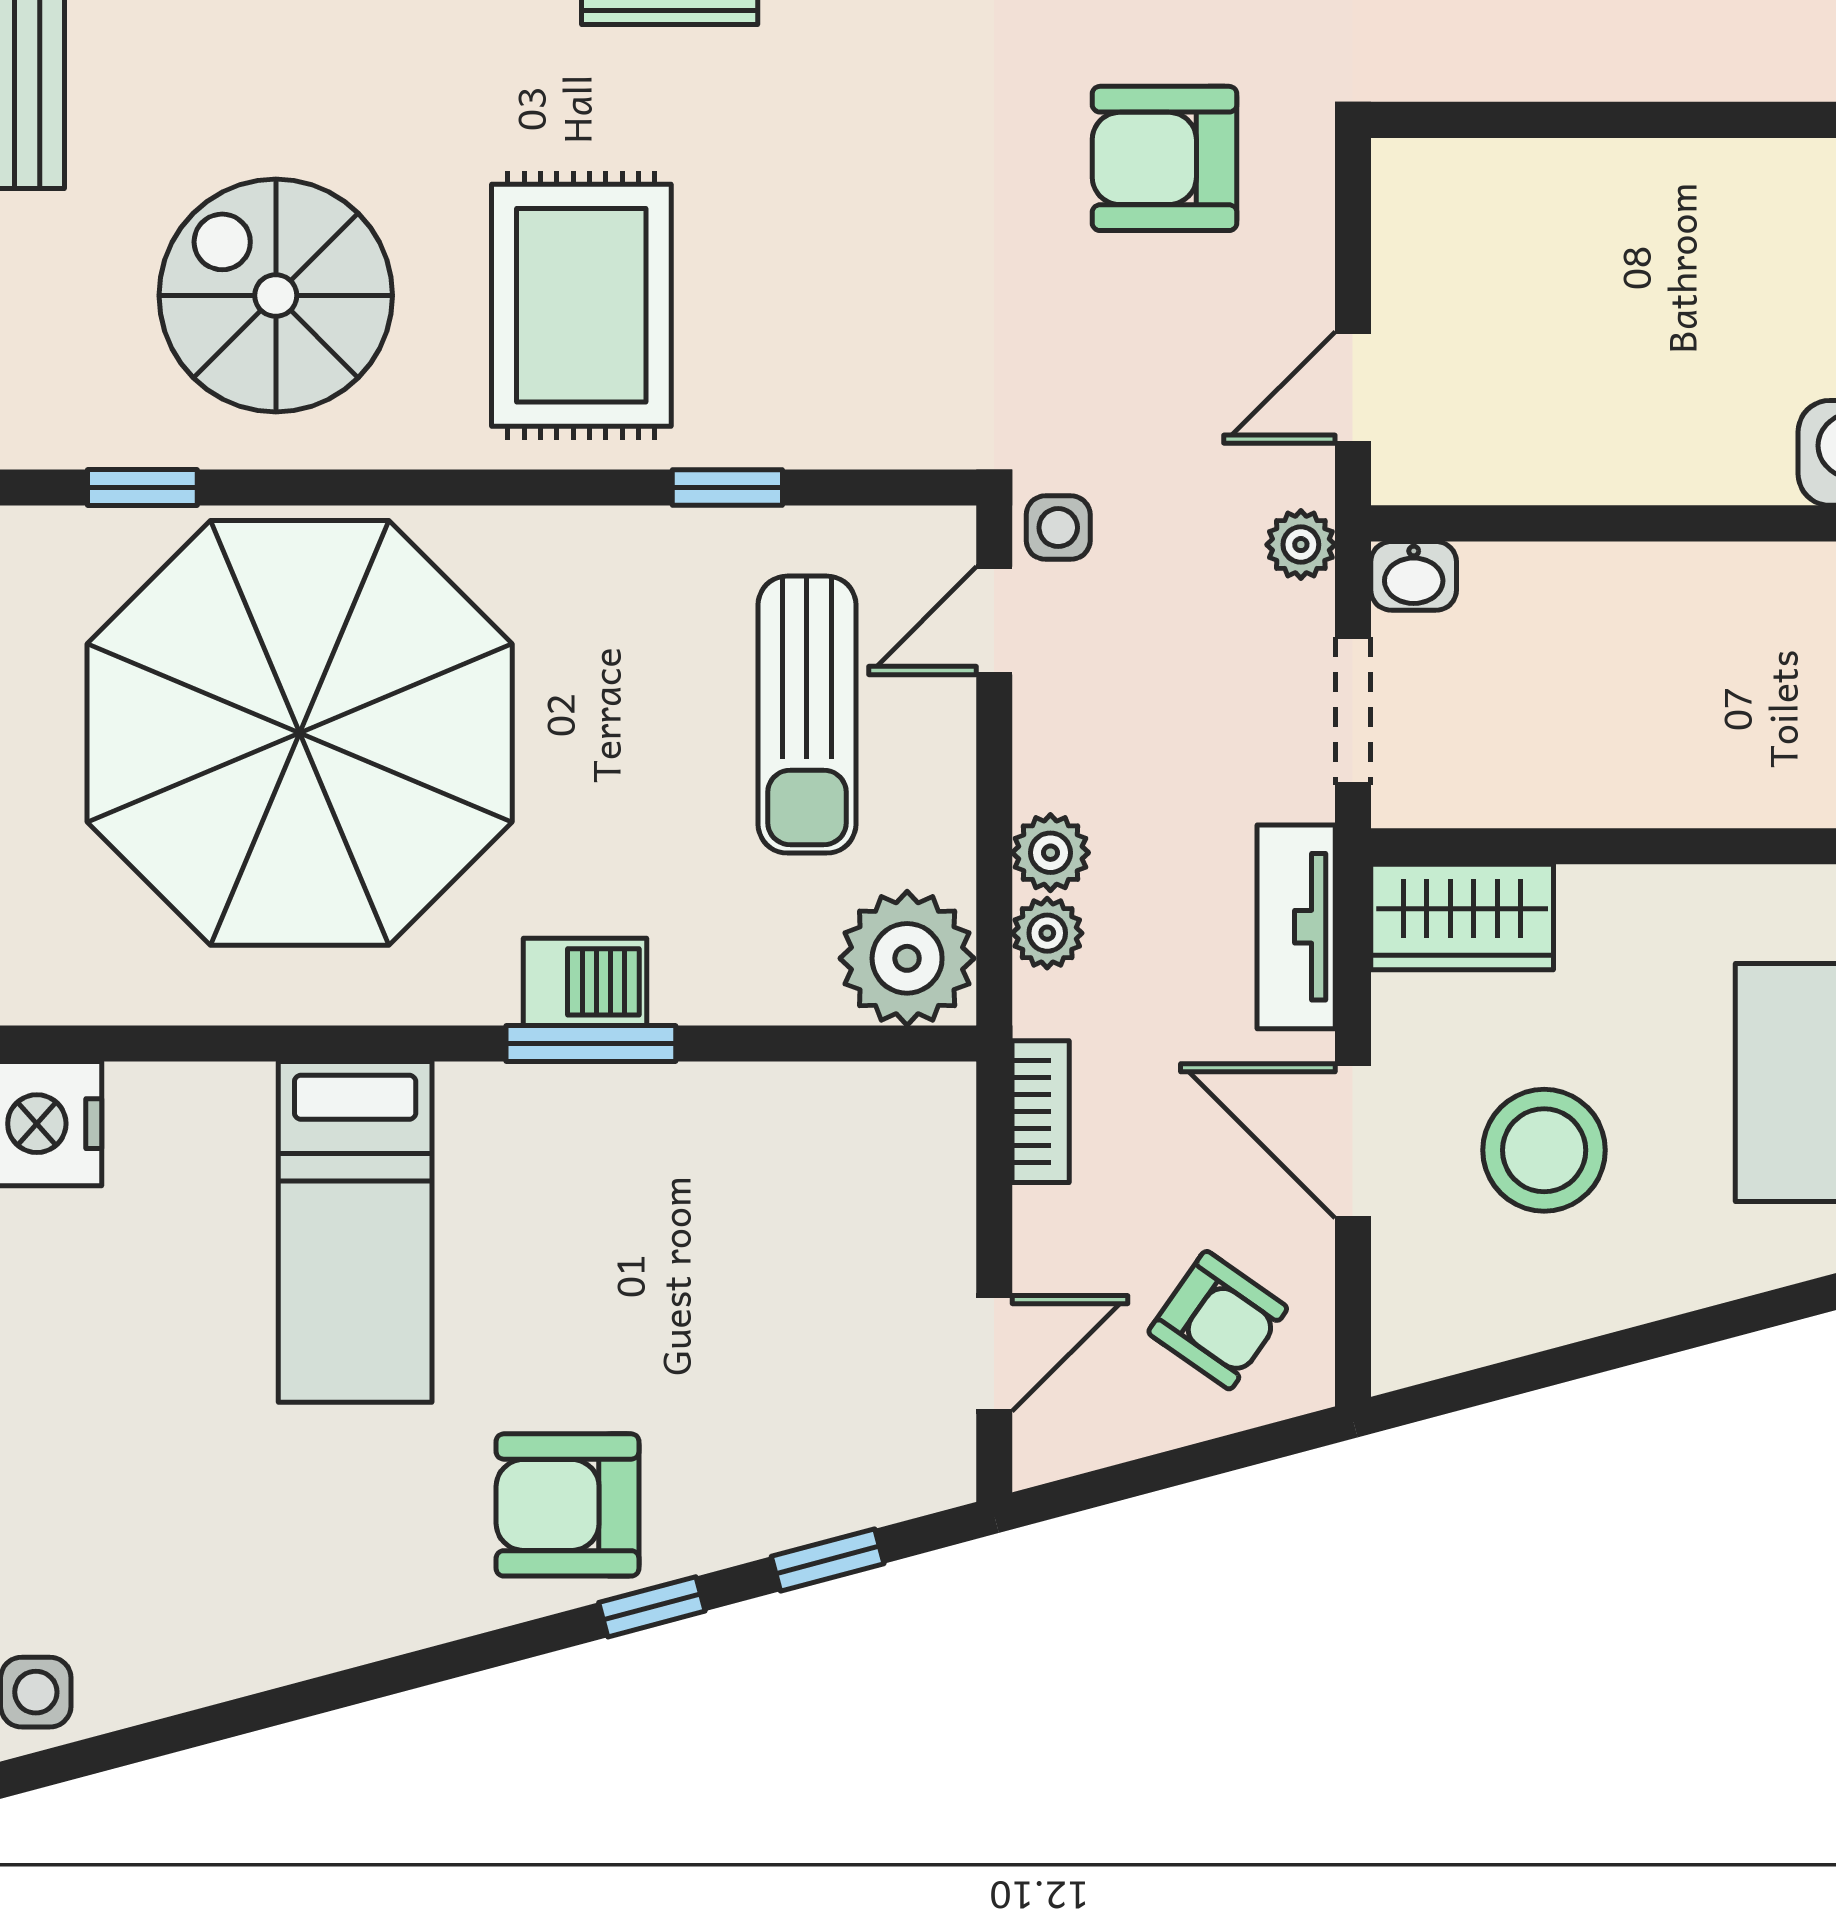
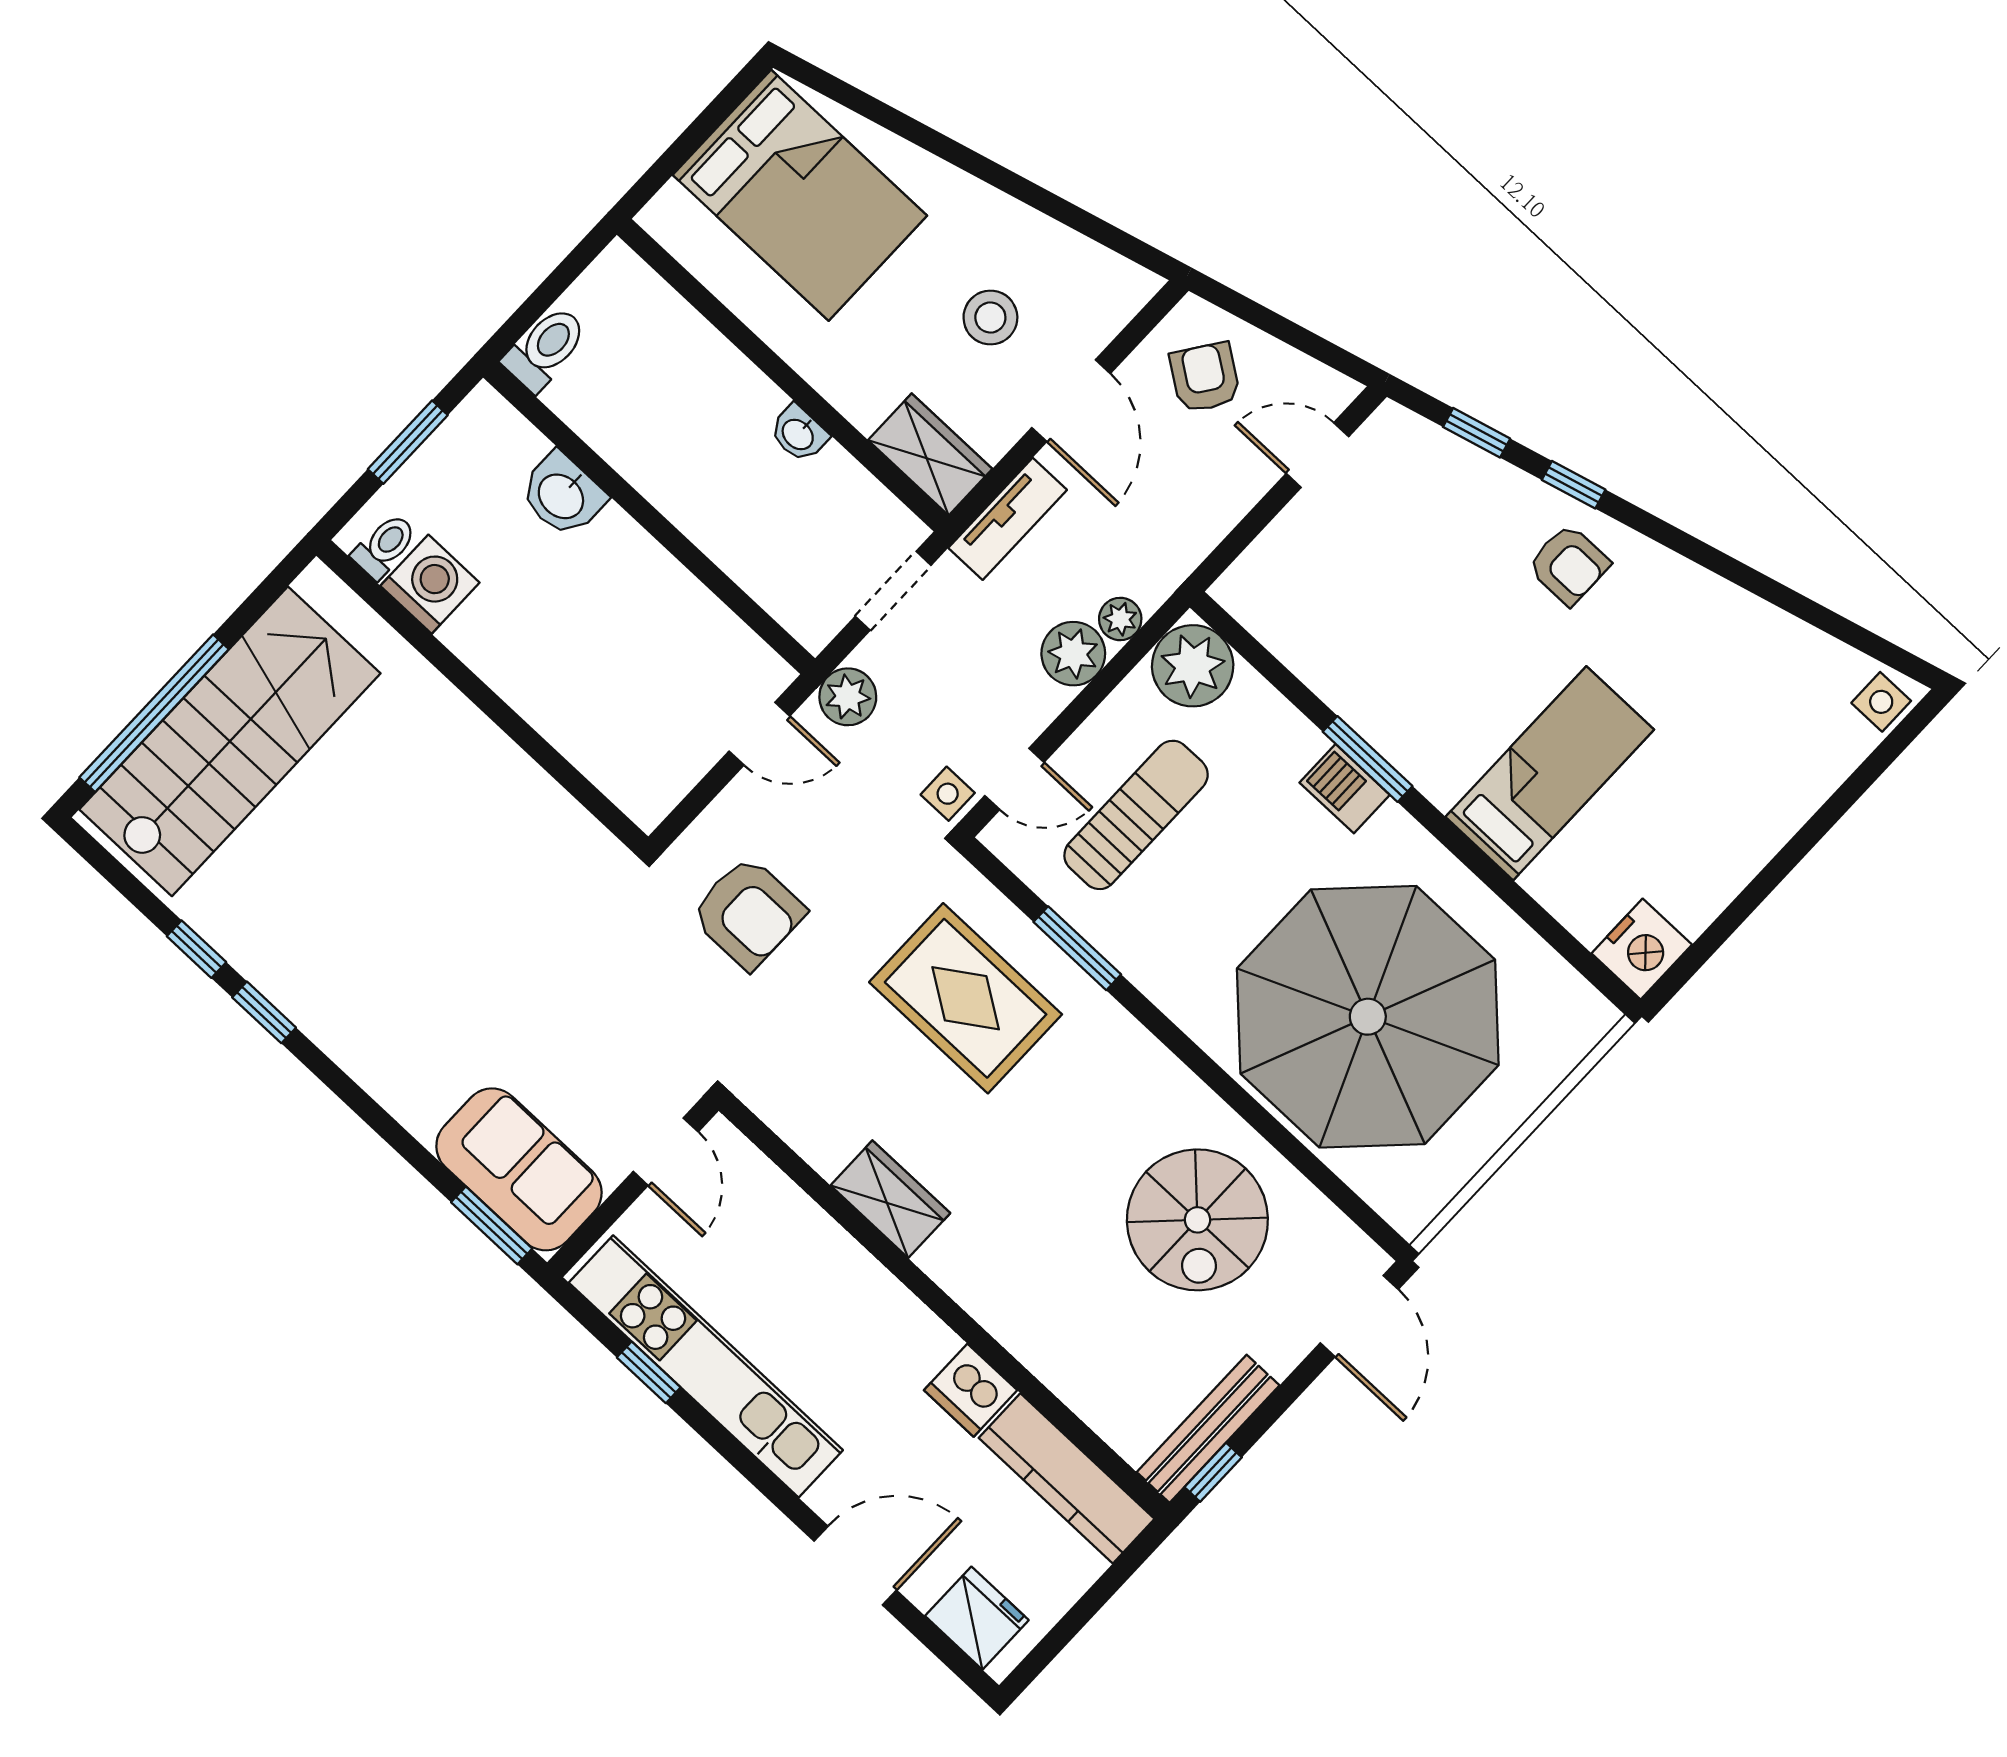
rug: (581, 305) -> (966, 998), moved, turned 90
window: (142, 488) -> (1336, 1190), removed
window: (727, 488) -> (1077, 948), width x1.50
plant: (1301, 545) -> (848, 697), width x1.38, depth x1.38
washbasin: (1414, 576) -> (799, 434), moved, turned 180
plant: (1050, 853) -> (1073, 654), width x1.38, depth x1.38
bookcase: (1041, 1112) -> (1197, 543), removed
stool: (1544, 1150) -> (990, 318), width x0.73, depth x0.73
armchair: (568, 1505) -> (1569, 565), width x0.72, depth x0.72

